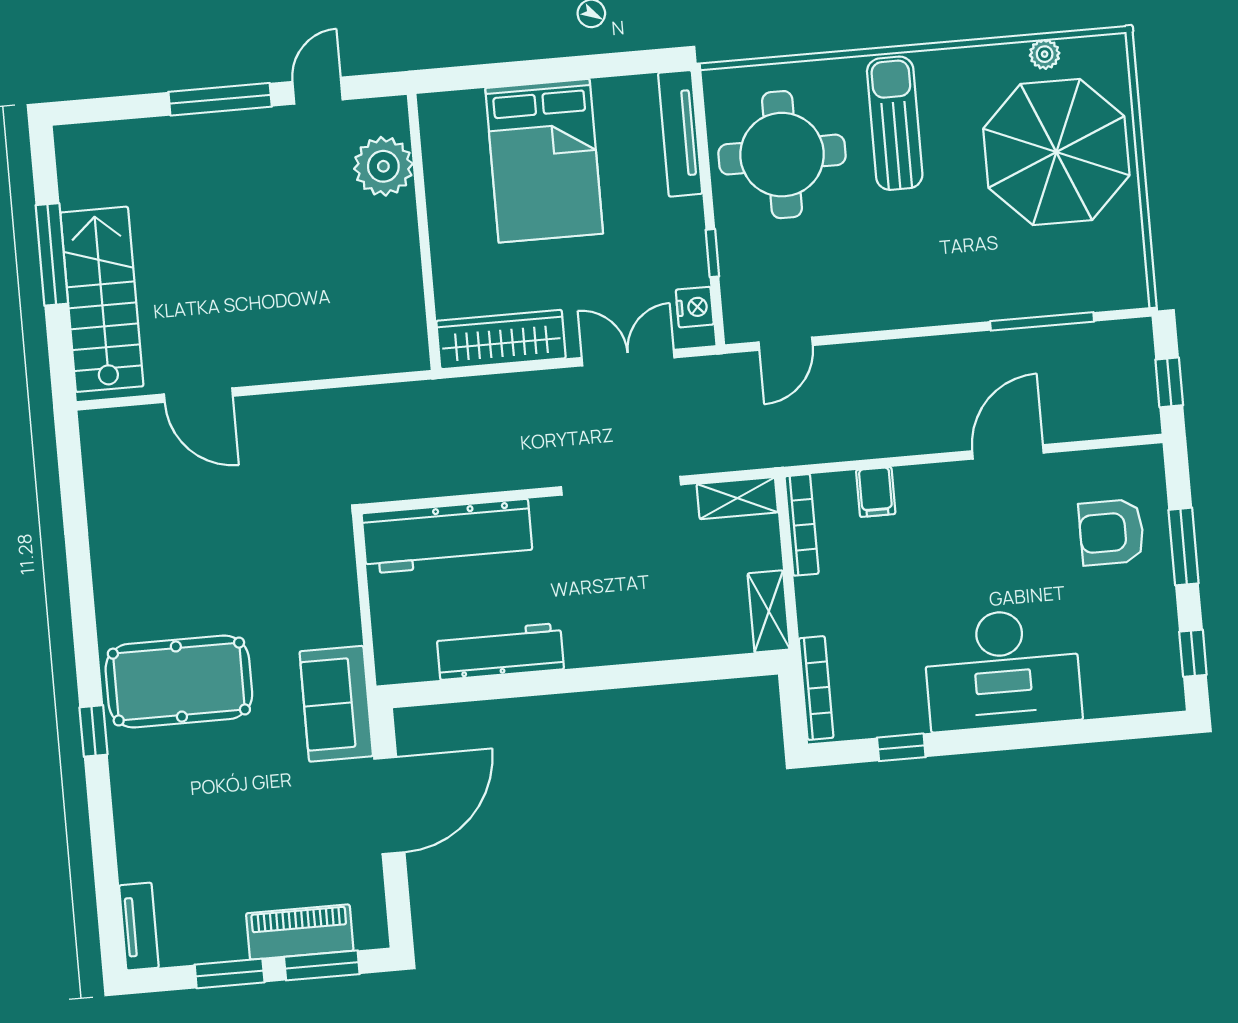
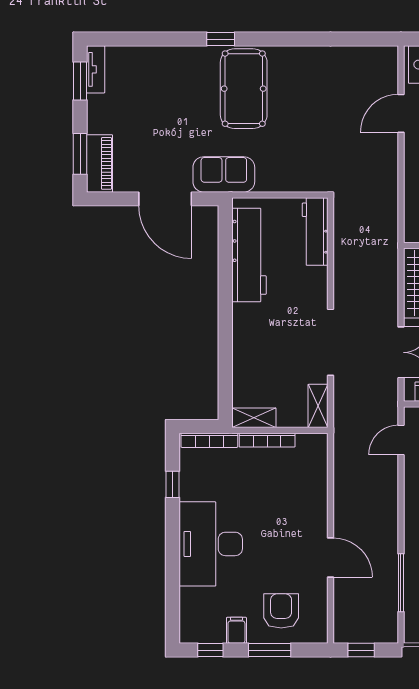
door: (786, 344) -> (401, 440), hinge flipped
filing cabinet: (876, 492) -> (236, 630), moved, turned 90
bookcase: (802, 525) -> (267, 440), moved
workbench: (447, 536) -> (315, 232), width x0.73, depth x0.76
workbench: (500, 651) -> (249, 255), width x1.36, depth x1.32
tv unit: (139, 927) -> (96, 69), moved, turned -90
piano: (300, 932) -> (100, 163), moved
window: (230, 973) -> (80, 81), moved

